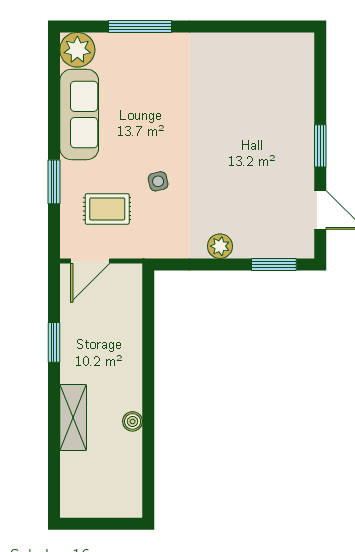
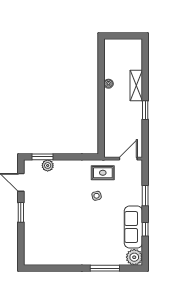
window: (54, 109) -> (145, 229), added
rug: (107, 209) -> (103, 173), moved
plant: (220, 246) -> (48, 165), moved
window: (54, 342) -> (145, 110), moved

